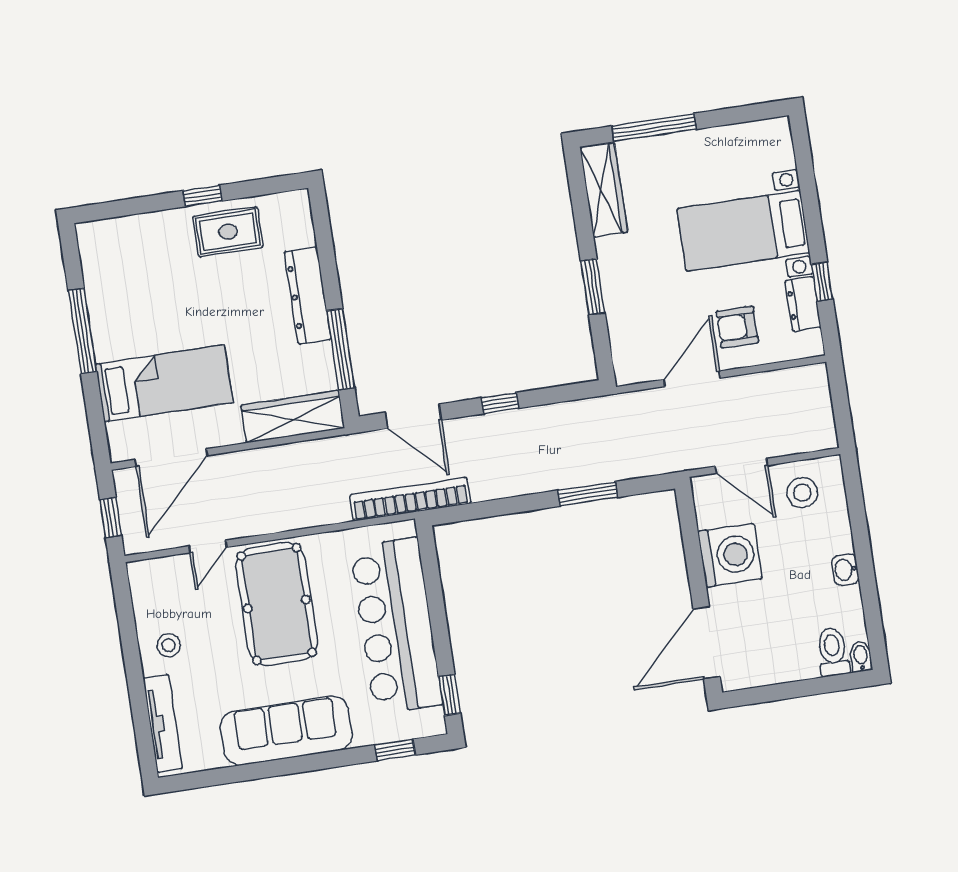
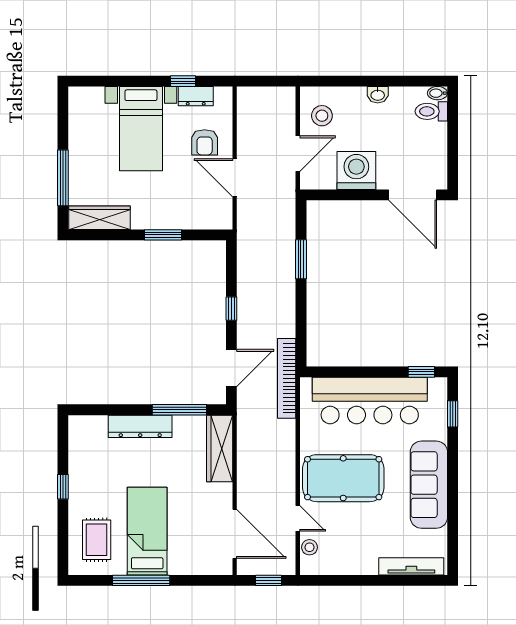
rug: (228, 232) -> (97, 540), moved
bed: (164, 383) -> (147, 531), moved
stool: (169, 645) -> (310, 547), moved

